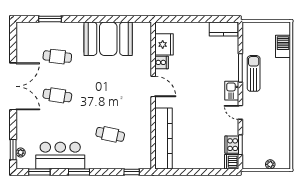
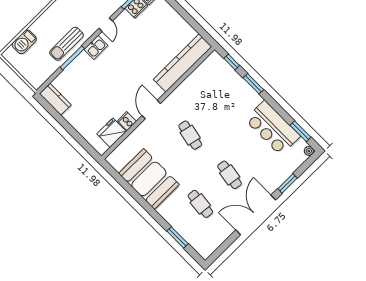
cafe table: (110, 134) -> (190, 135), moved
window: (13, 150) -> (288, 183), moved
plant: (21, 152) -> (309, 151), moved
window: (79, 172) -> (253, 84), moved

